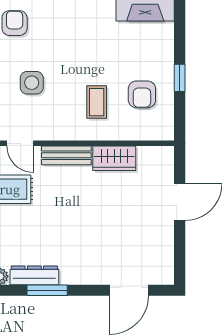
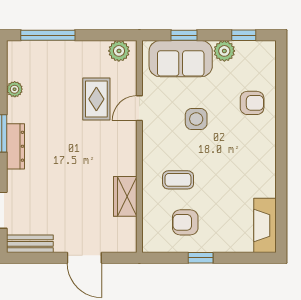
bench: (66, 155) -> (30, 244), moved, turned 90
dresser: (34, 275) -> (16, 146), moved

